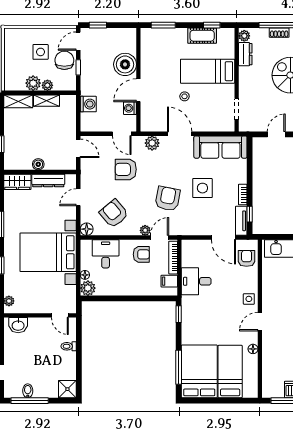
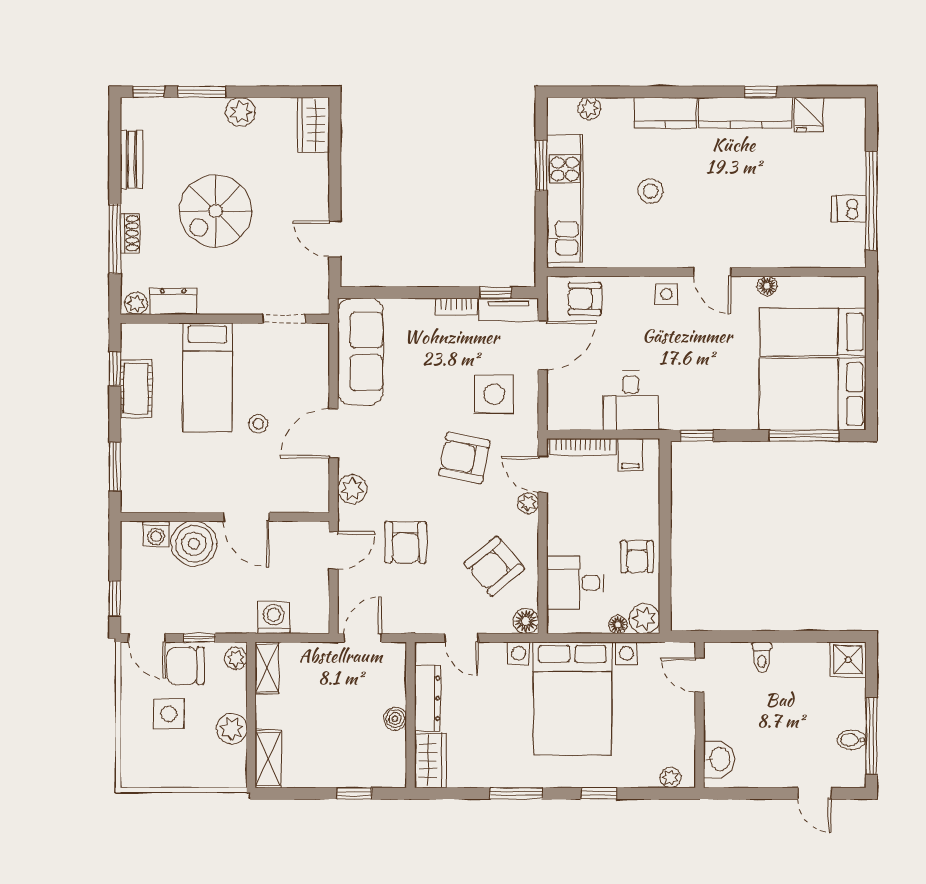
plant: (47, 85) -> (236, 658), moved
shelving: (47, 101) -> (267, 668), moved
washing machine: (130, 108) -> (156, 534), moved
side table: (202, 188) -> (494, 394), moved
armchair: (141, 254) -> (637, 557), moved, turned 180
door: (60, 315) -> (699, 675), swing flipped

